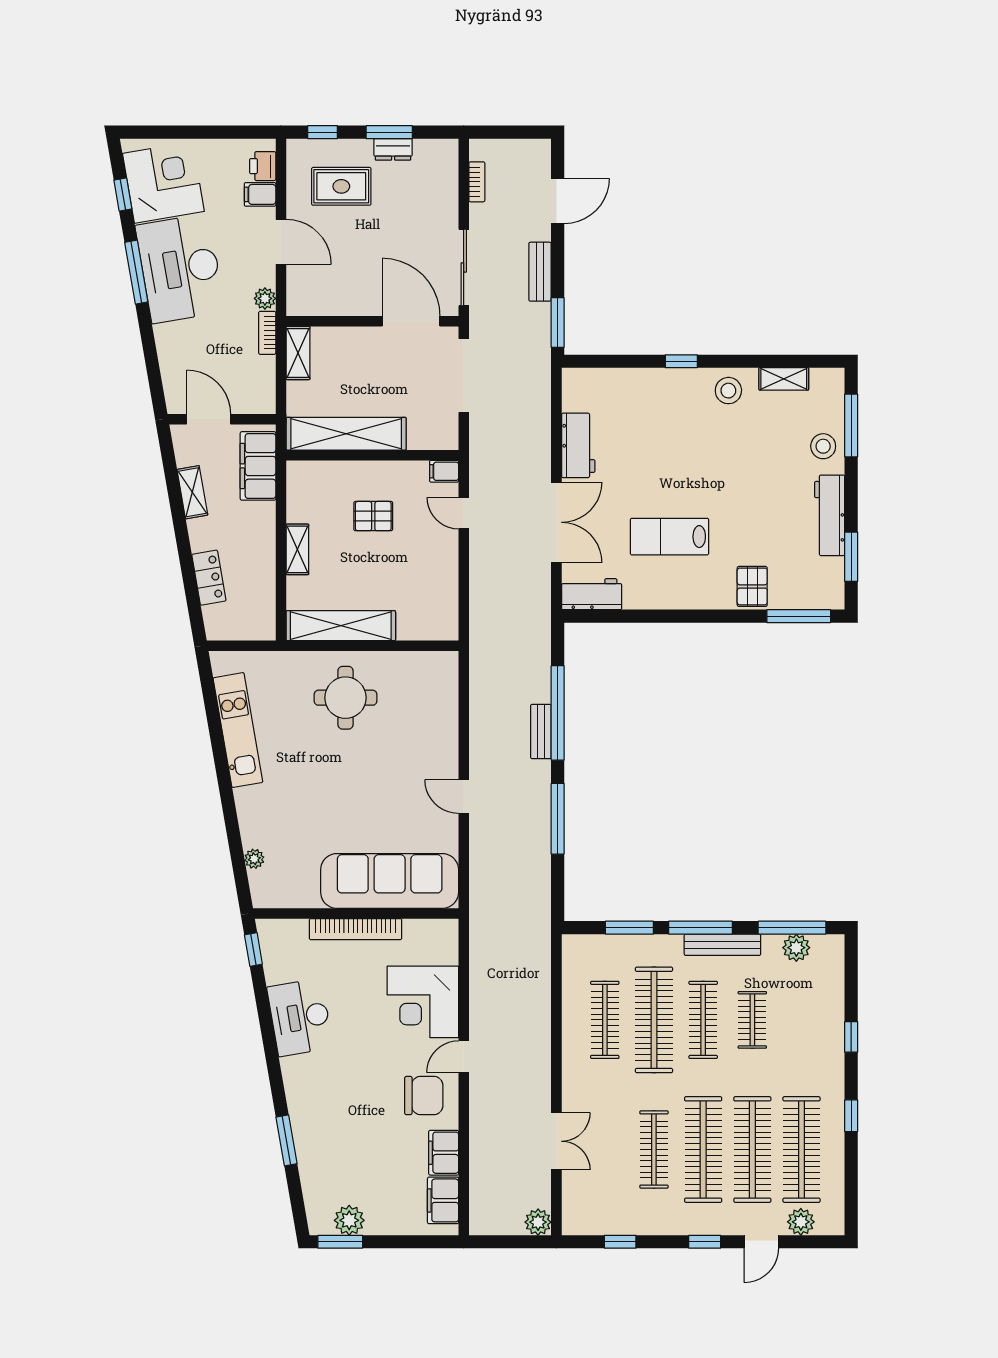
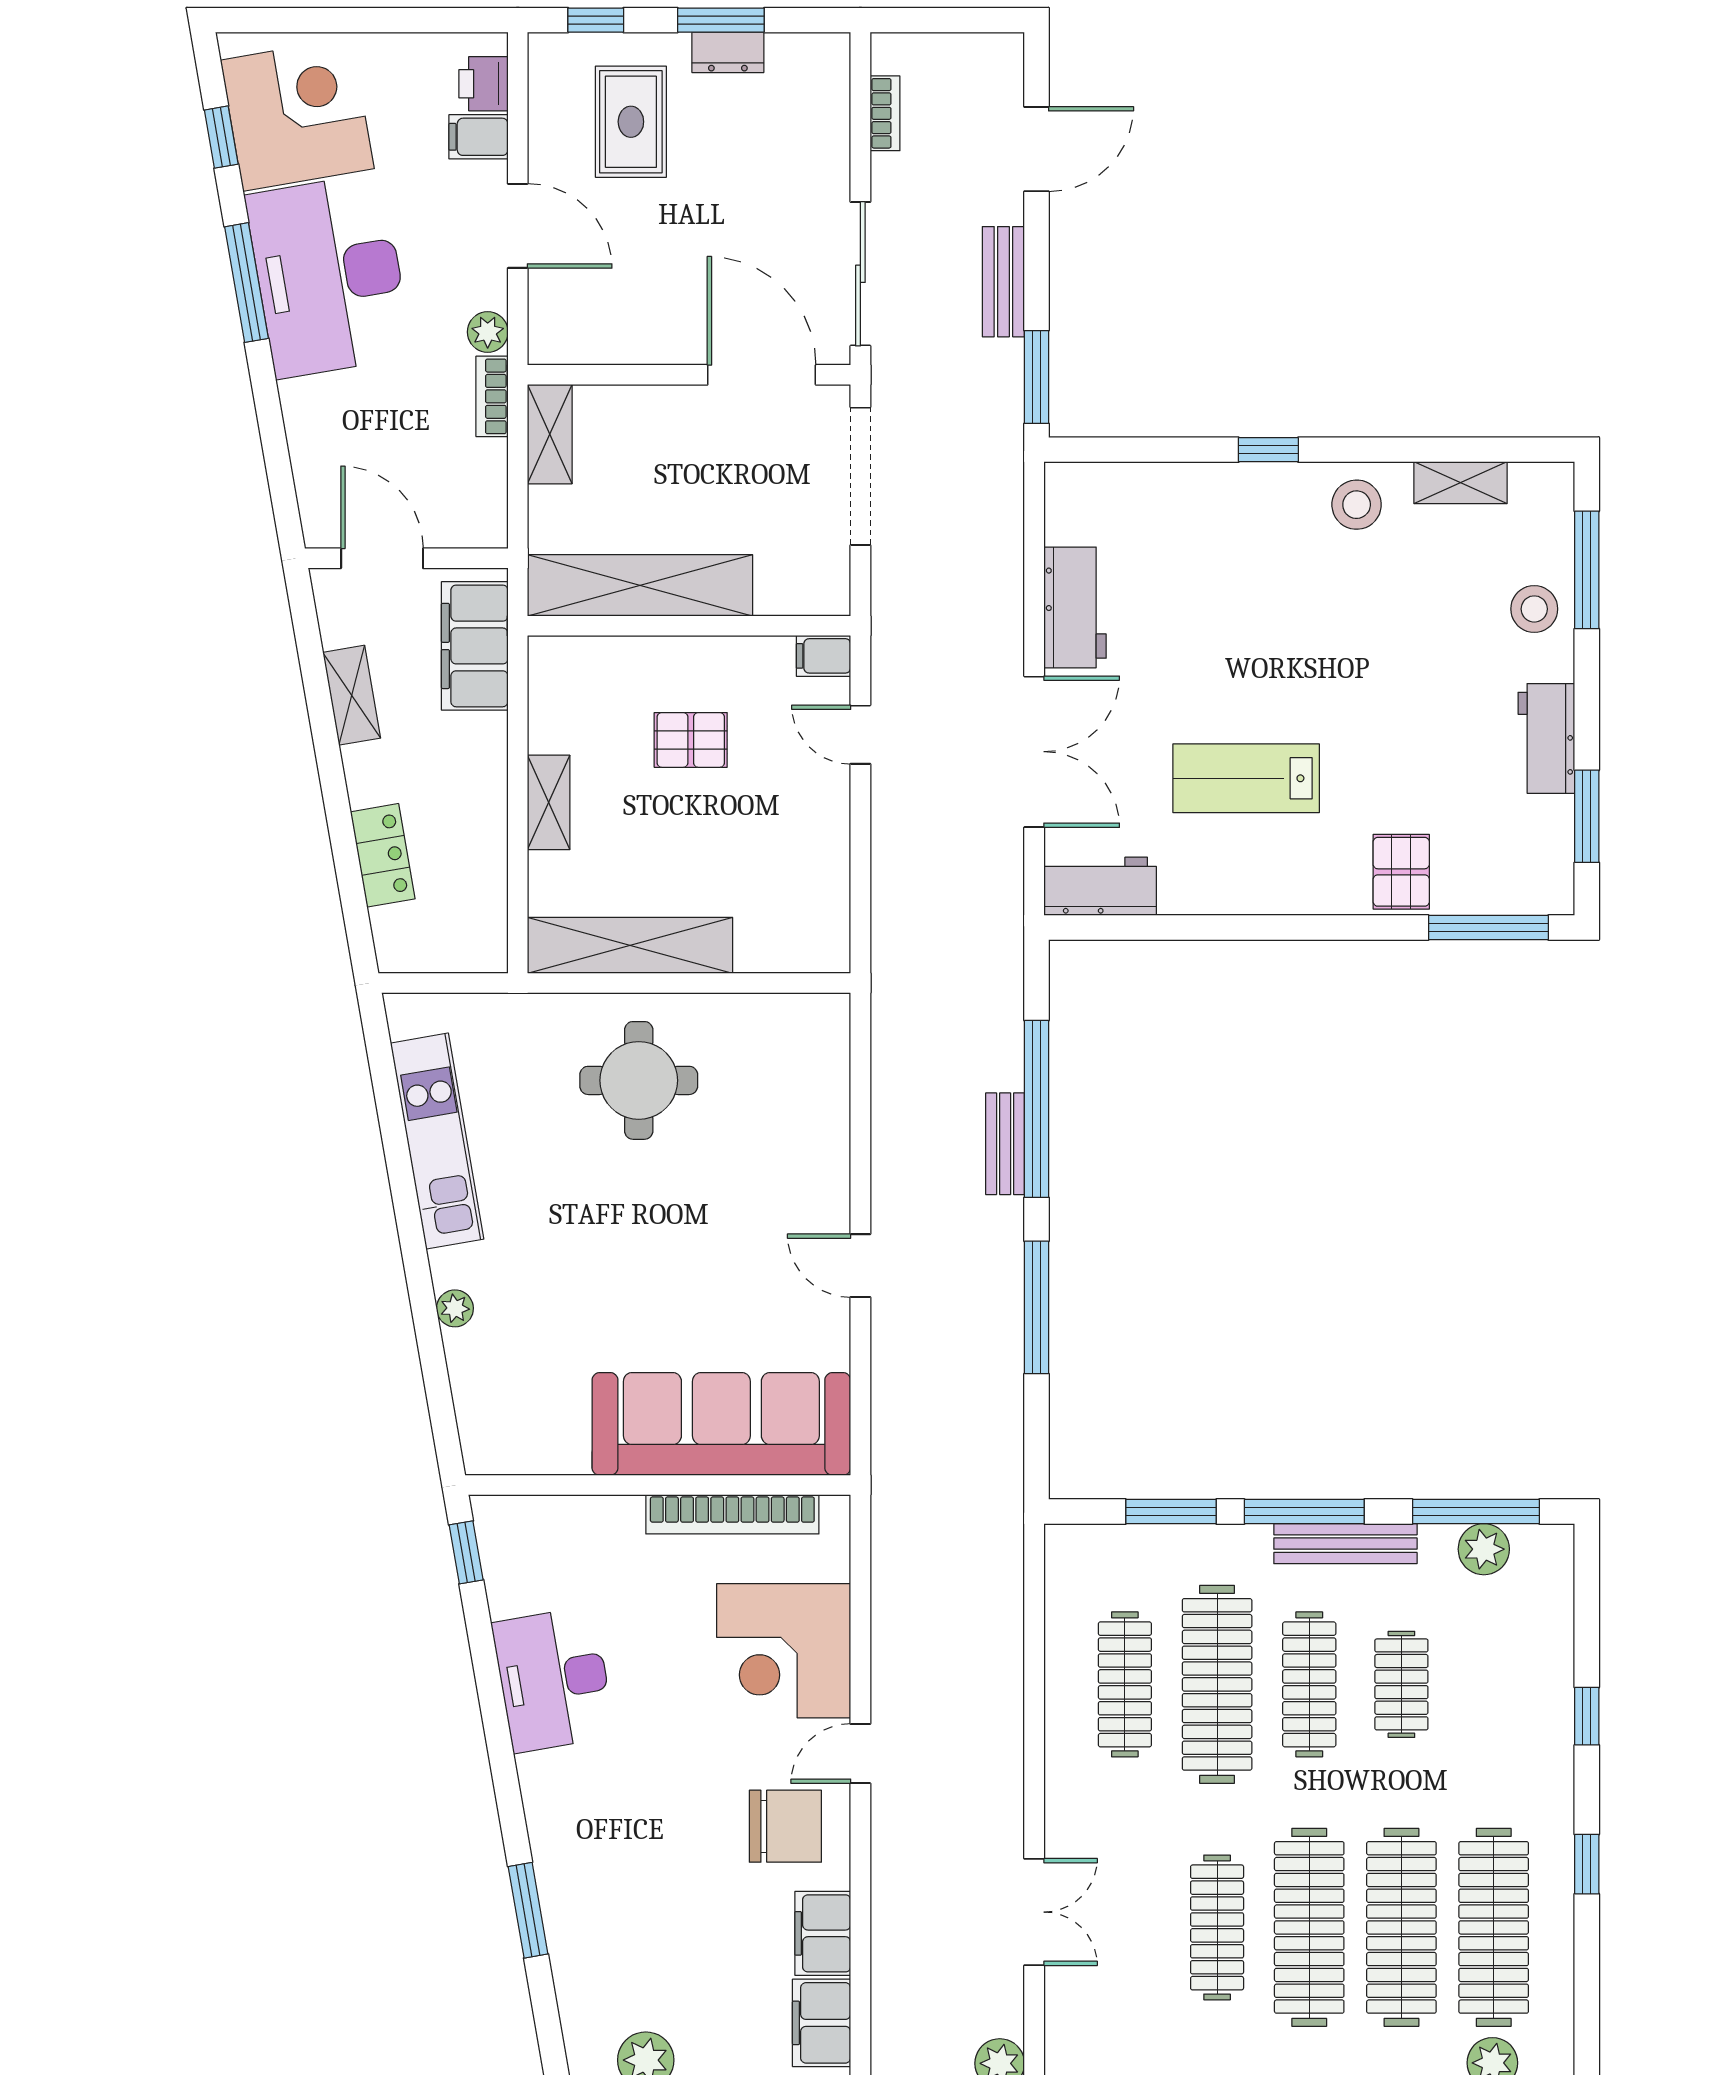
rug: (341, 186) -> (631, 122), turned 90
workbench: (830, 515) -> (1546, 738), width x0.73
plant: (254, 859) -> (455, 1308), moved
bookcase: (356, 929) -> (732, 1514), moved

